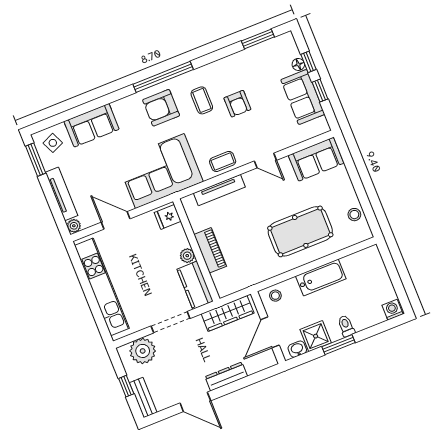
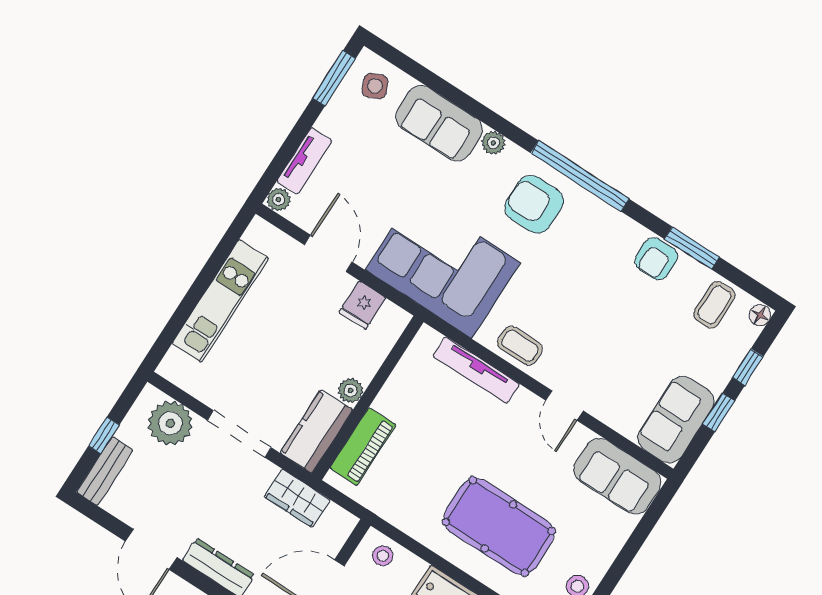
window: (258, 39) -> (692, 248), moved
floor lamp: (298, 64) -> (760, 315), moved
sofa: (303, 97) -> (676, 420), moved
coffee table: (202, 100) -> (714, 305), moved
armchair: (237, 104) -> (656, 259), moved
plant: (119, 106) -> (493, 143), added
tv unit: (62, 194) -> (304, 161), width x0.71
fridge: (168, 217) -> (362, 305), moved, turned -90
piano: (210, 250) -> (363, 447), moved
kitchen unit: (102, 287) -> (220, 301), width x0.73
wardrobe: (228, 313) -> (297, 498), width x0.67

